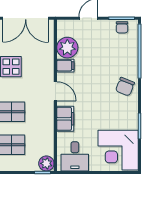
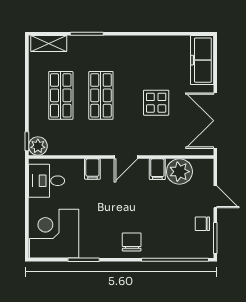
chair: (122, 27) -> (202, 224), moved
chair: (125, 87) -> (132, 242), turned 68
filing cabinet: (65, 119) -> (92, 169), width x0.50

